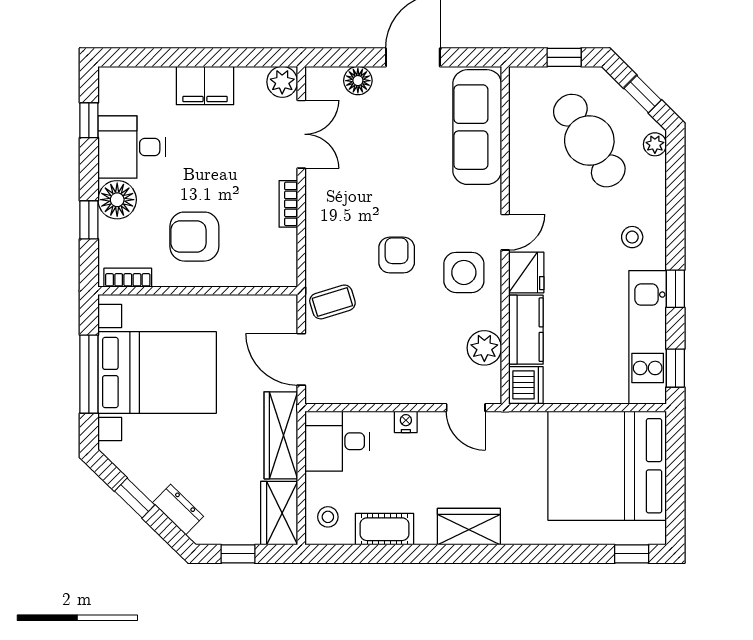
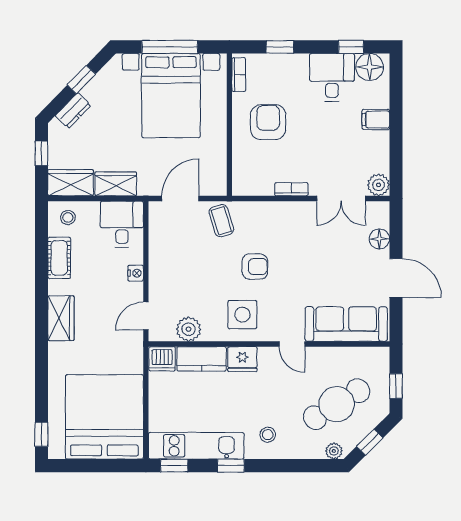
filing cabinet: (205, 86) -> (376, 119), width x0.50
floor lamp: (117, 200) -> (370, 67), moved
door: (505, 232) -> (292, 344), moved
wardrobe: (281, 435) -> (116, 184), width x0.67

